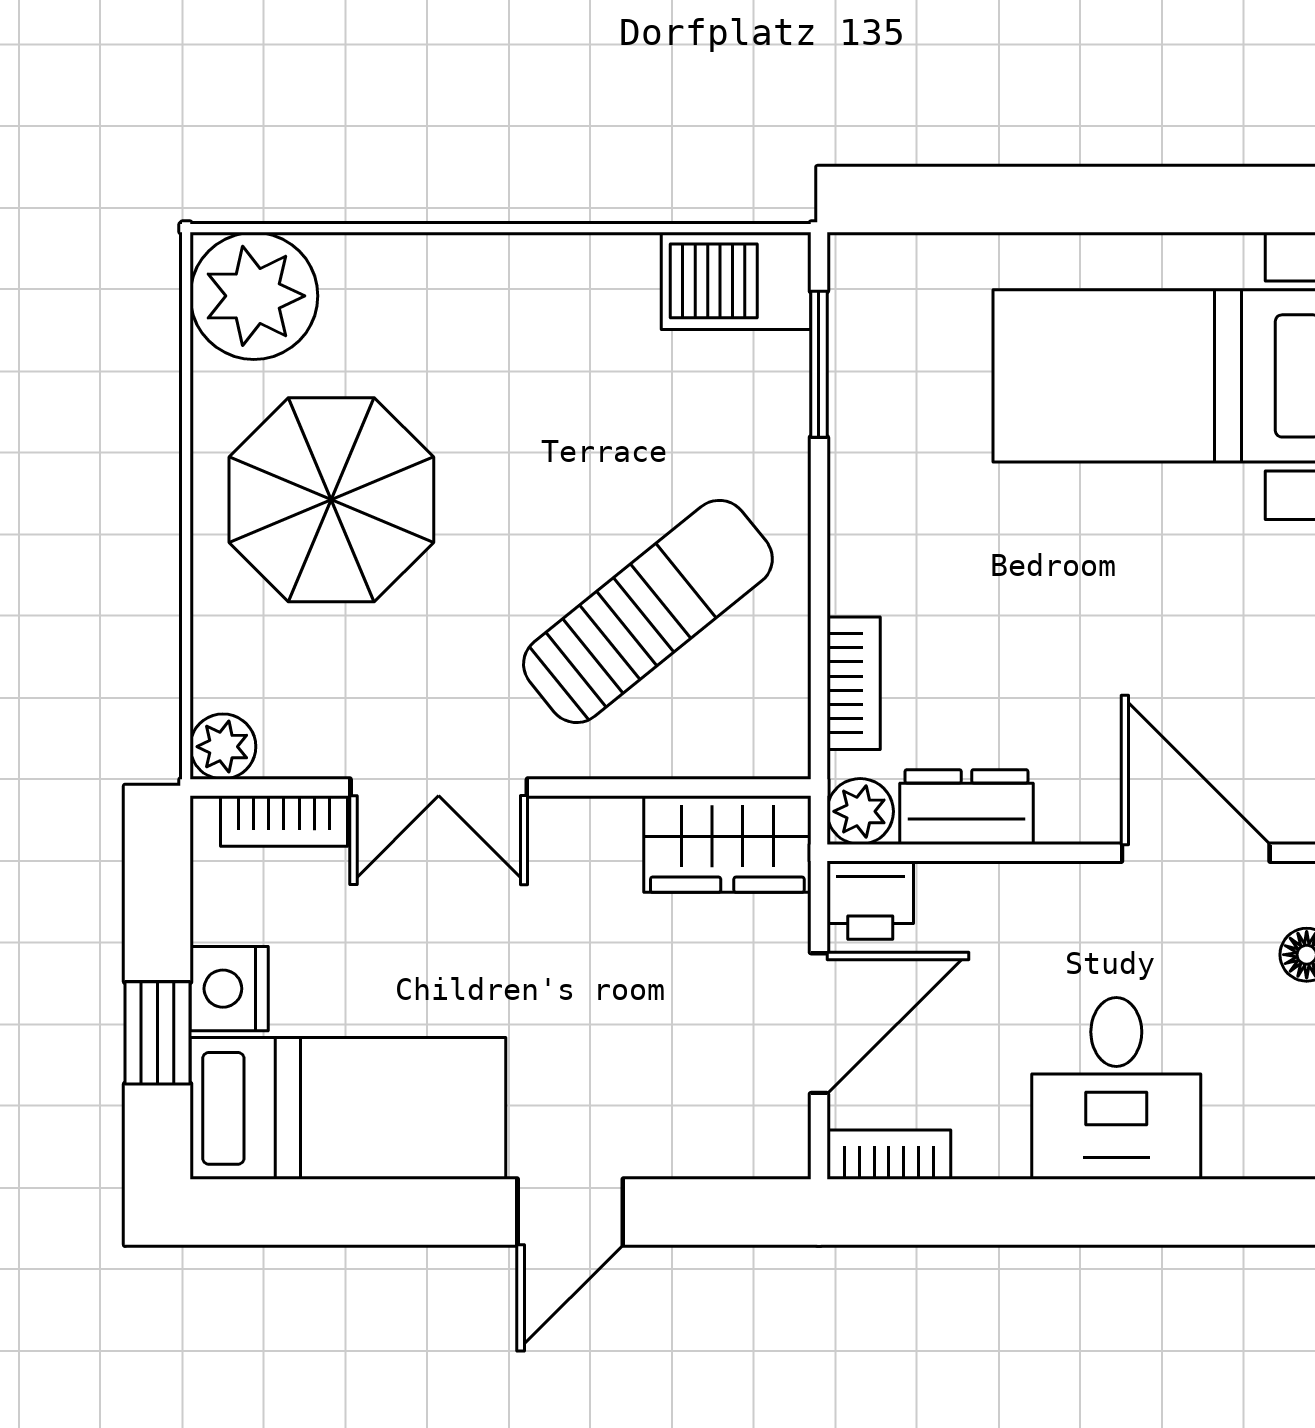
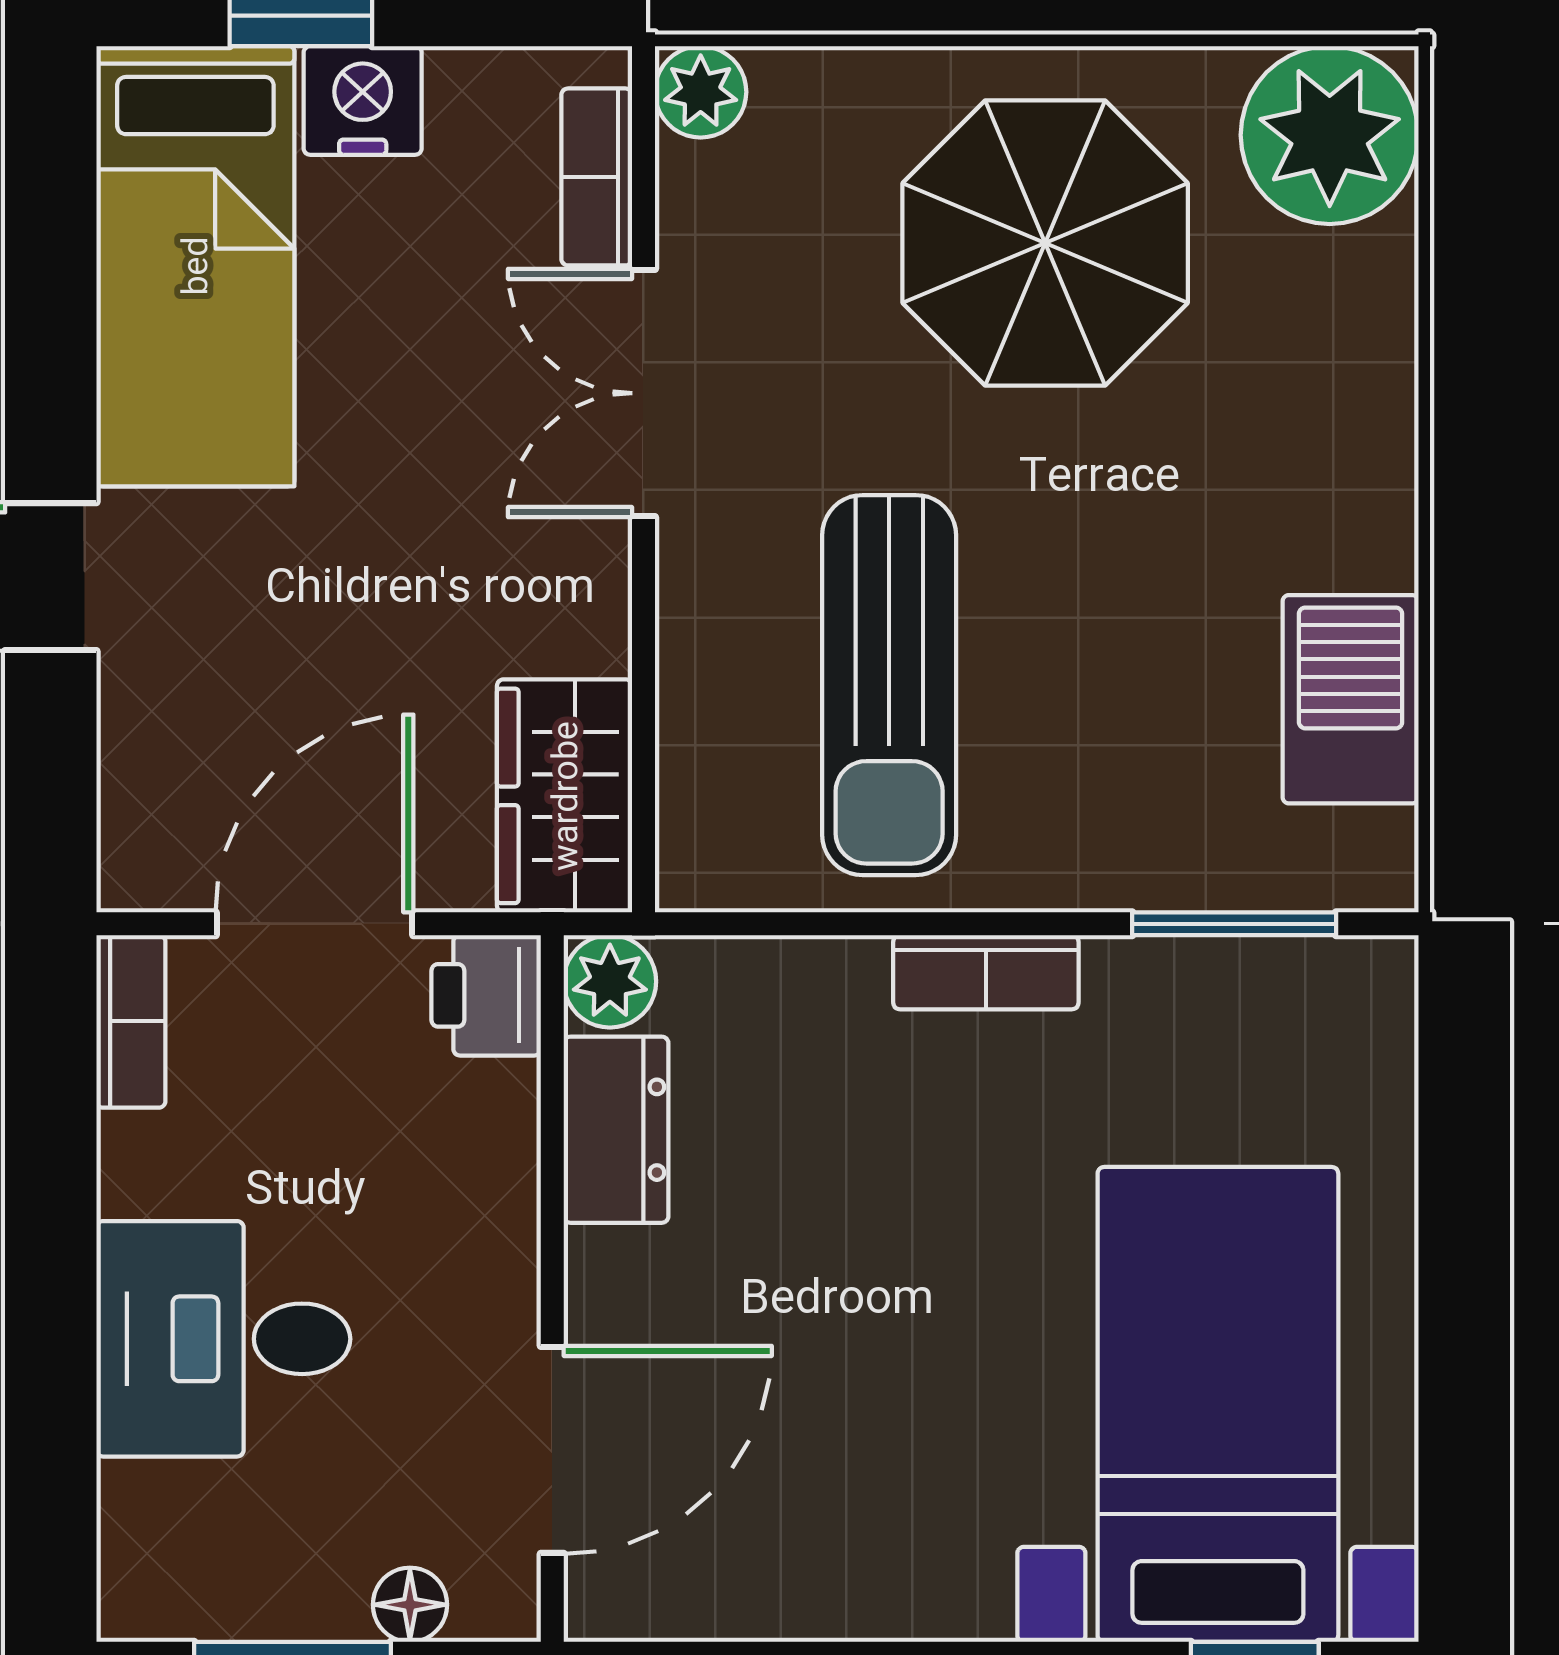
barbecue: (736, 281) -> (1351, 699), moved
sun lounger: (648, 611) -> (889, 685), turned 39
bookcase: (854, 683) -> (986, 972), moved
door: (819, 1023) -> (314, 924), swing flipped

